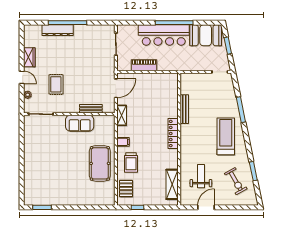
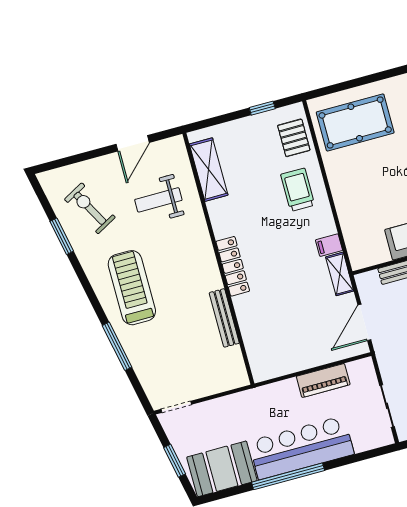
treadmill: (226, 136) -> (132, 288), turned 180
filing cabinet: (123, 142) -> (329, 245), moved
pool table: (100, 163) -> (355, 122), moved, turned 90
weight bench: (201, 176) -> (158, 200), turned 90

